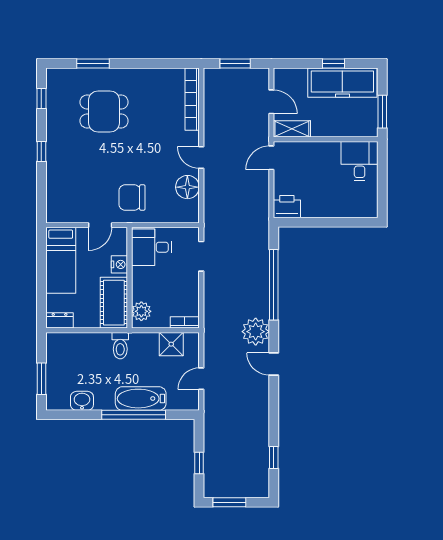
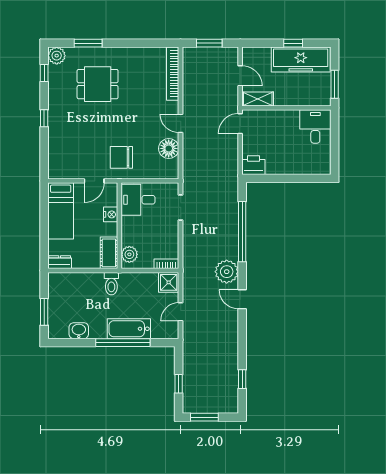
plant: (56, 78) -> (57, 56), added
cot: (114, 303) -> (109, 253), width x0.73, depth x0.75
shower: (171, 344) -> (169, 282), moved

